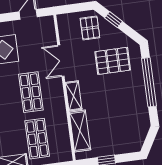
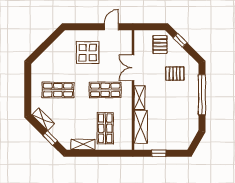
pallet: (113, 61) -> (175, 74), width x0.67, depth x0.71
shop shelf: (31, 92) -> (105, 90), turned 90

